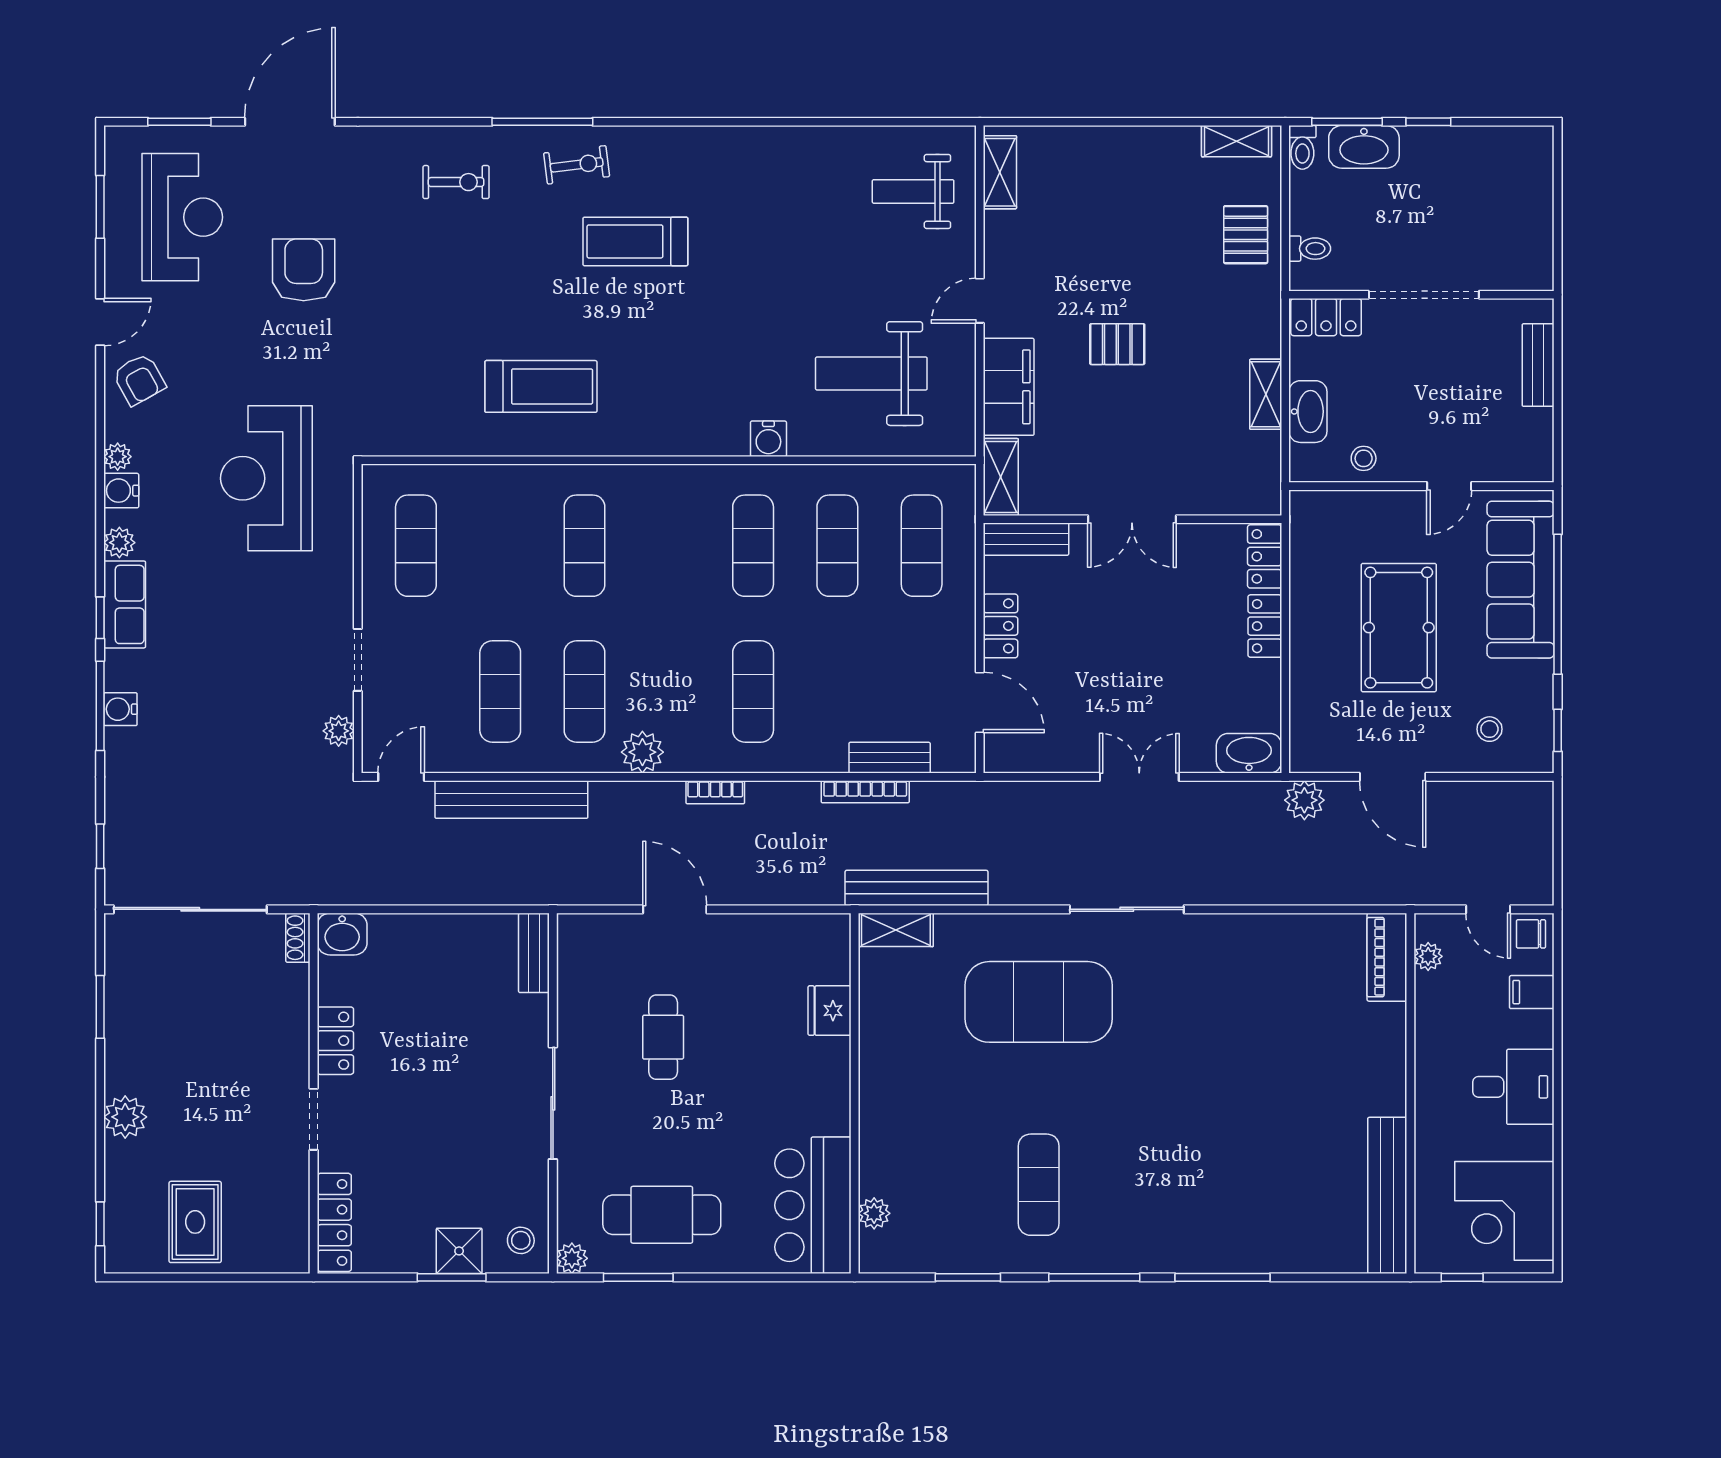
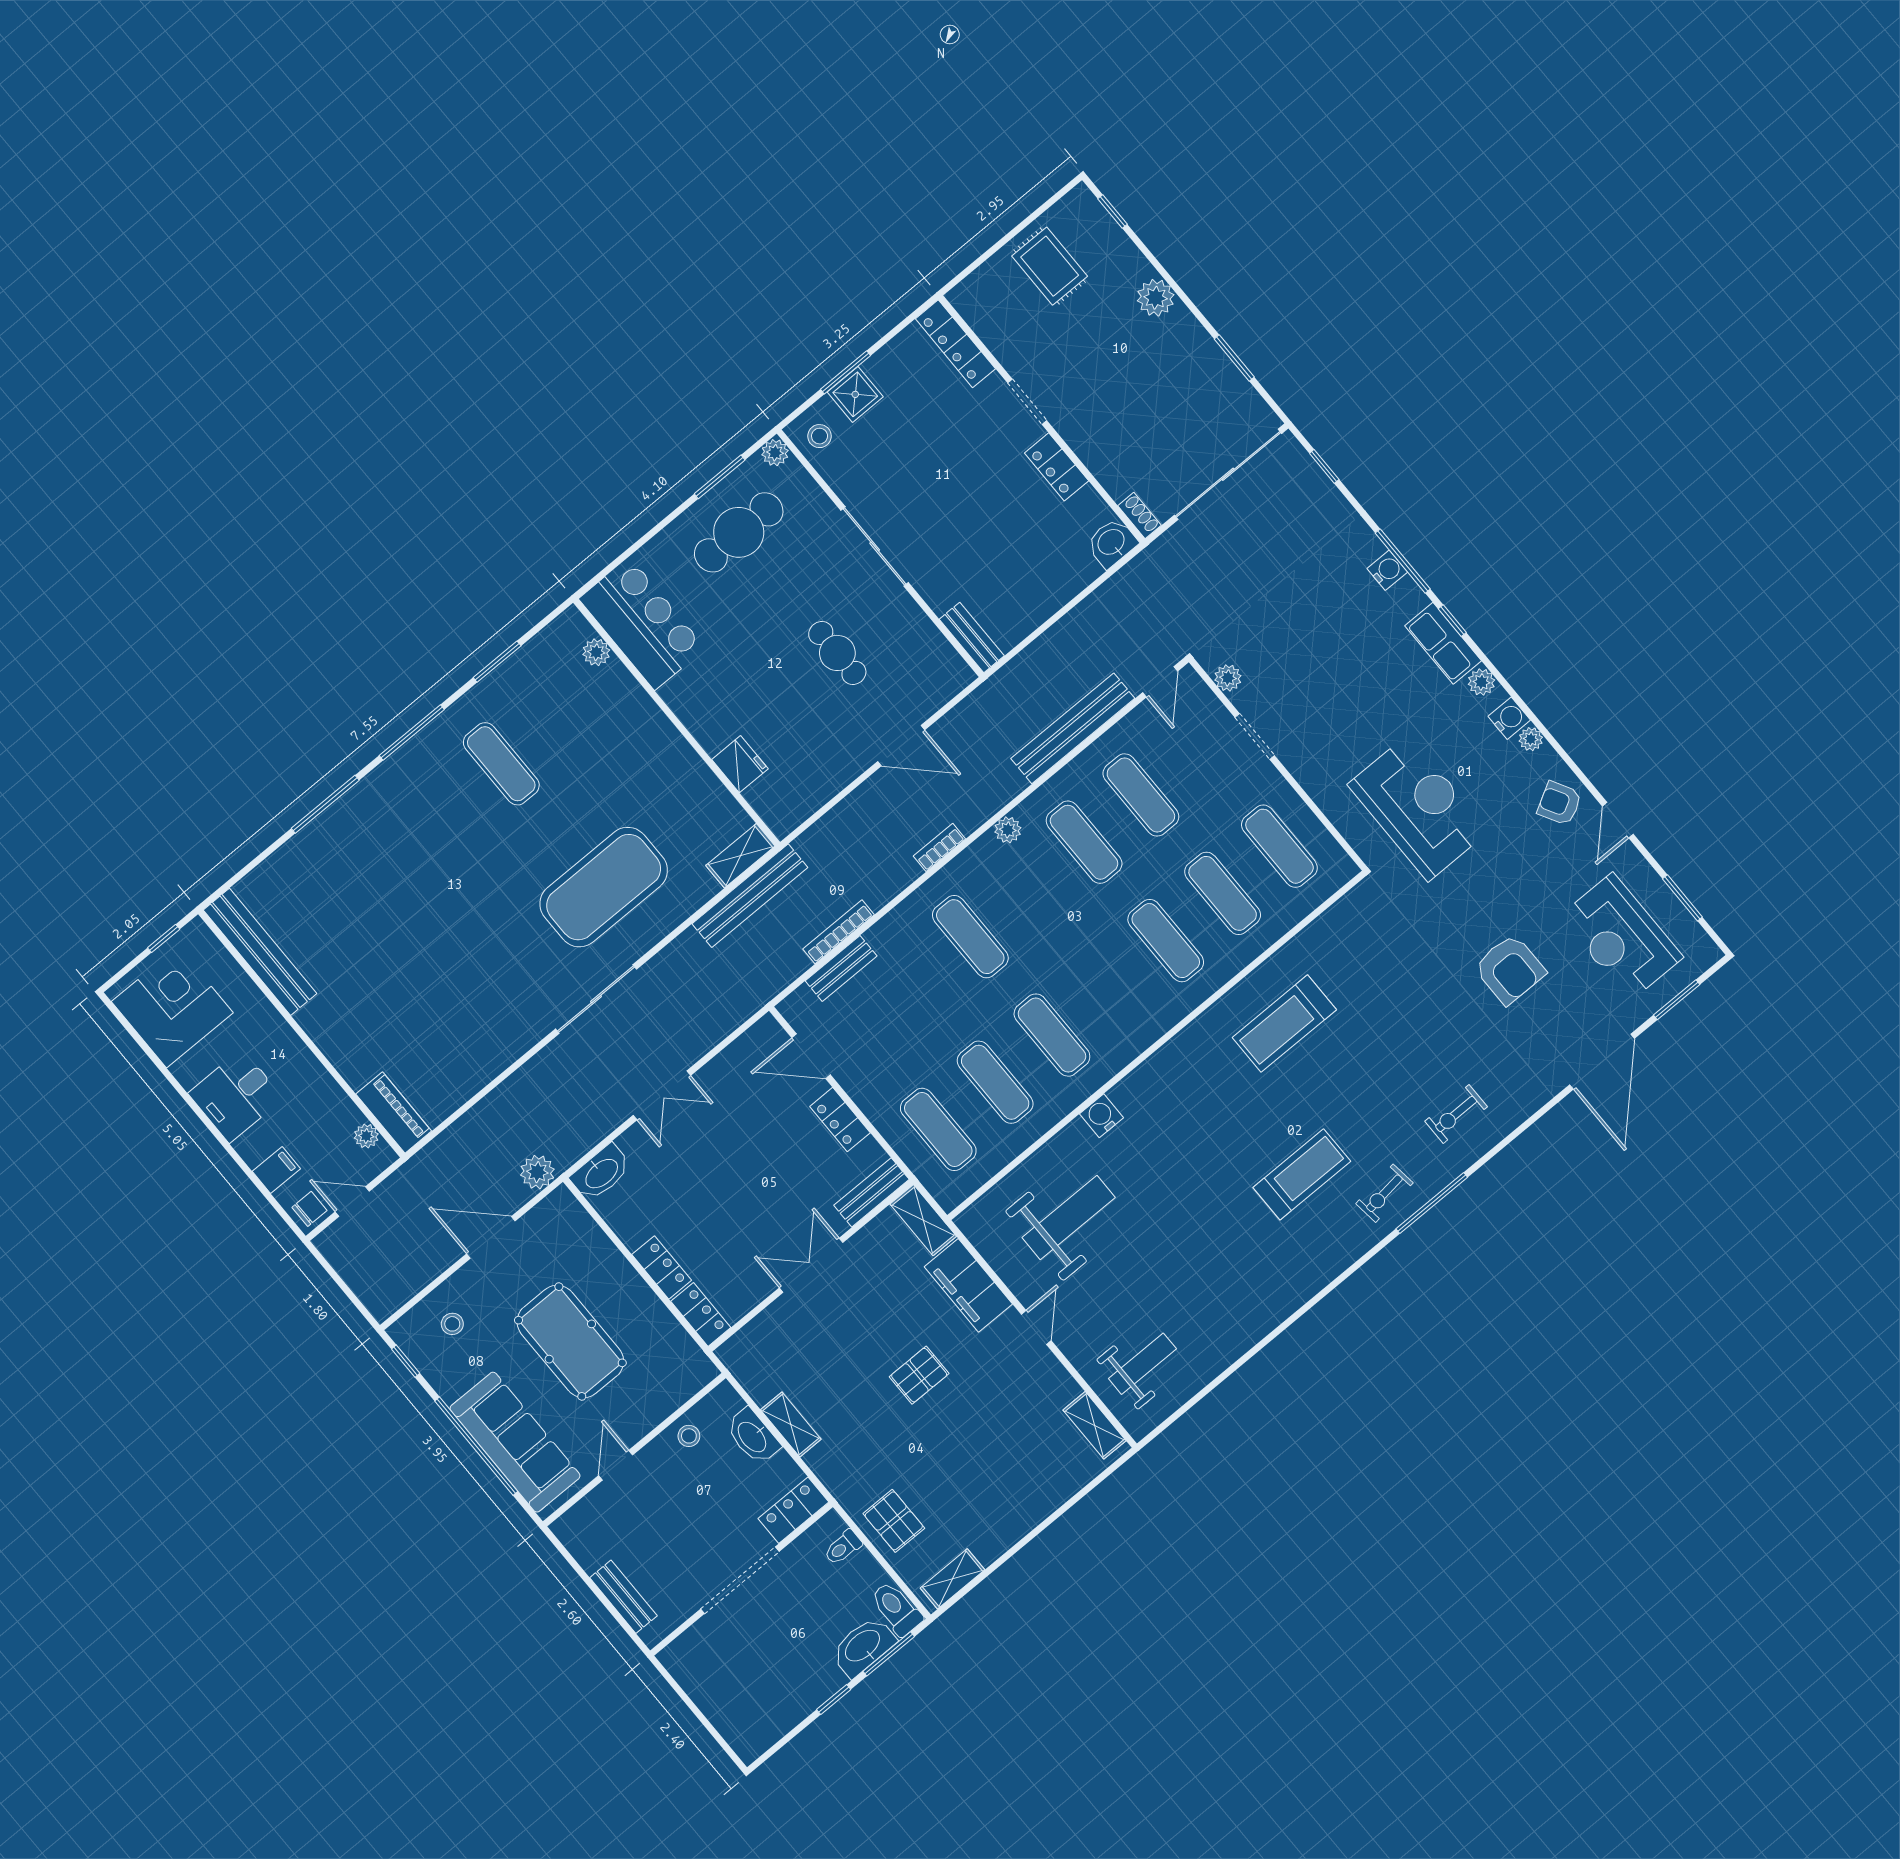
toilet: (1302, 147) -> (896, 1609), width x1.37, depth x1.39
exercise mat: (500, 546) -> (1223, 893), added
plant: (642, 752) -> (1008, 830), width x0.73, depth x0.73

